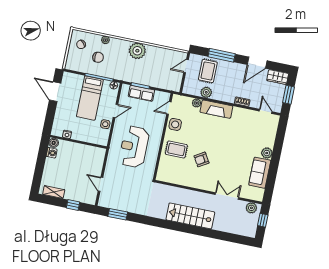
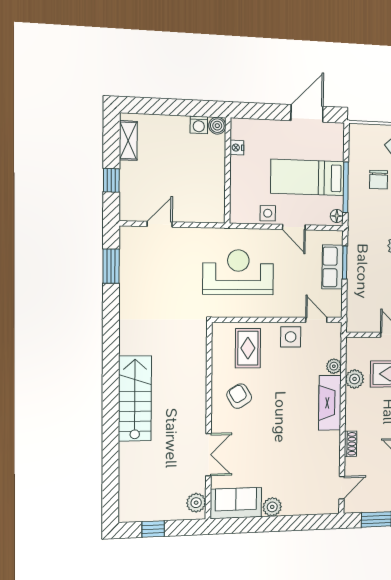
wall: (209, 192) -> (209, 421), moved
double door: (227, 196) -> (208, 455), moved
plant: (251, 208) -> (196, 503), moved

